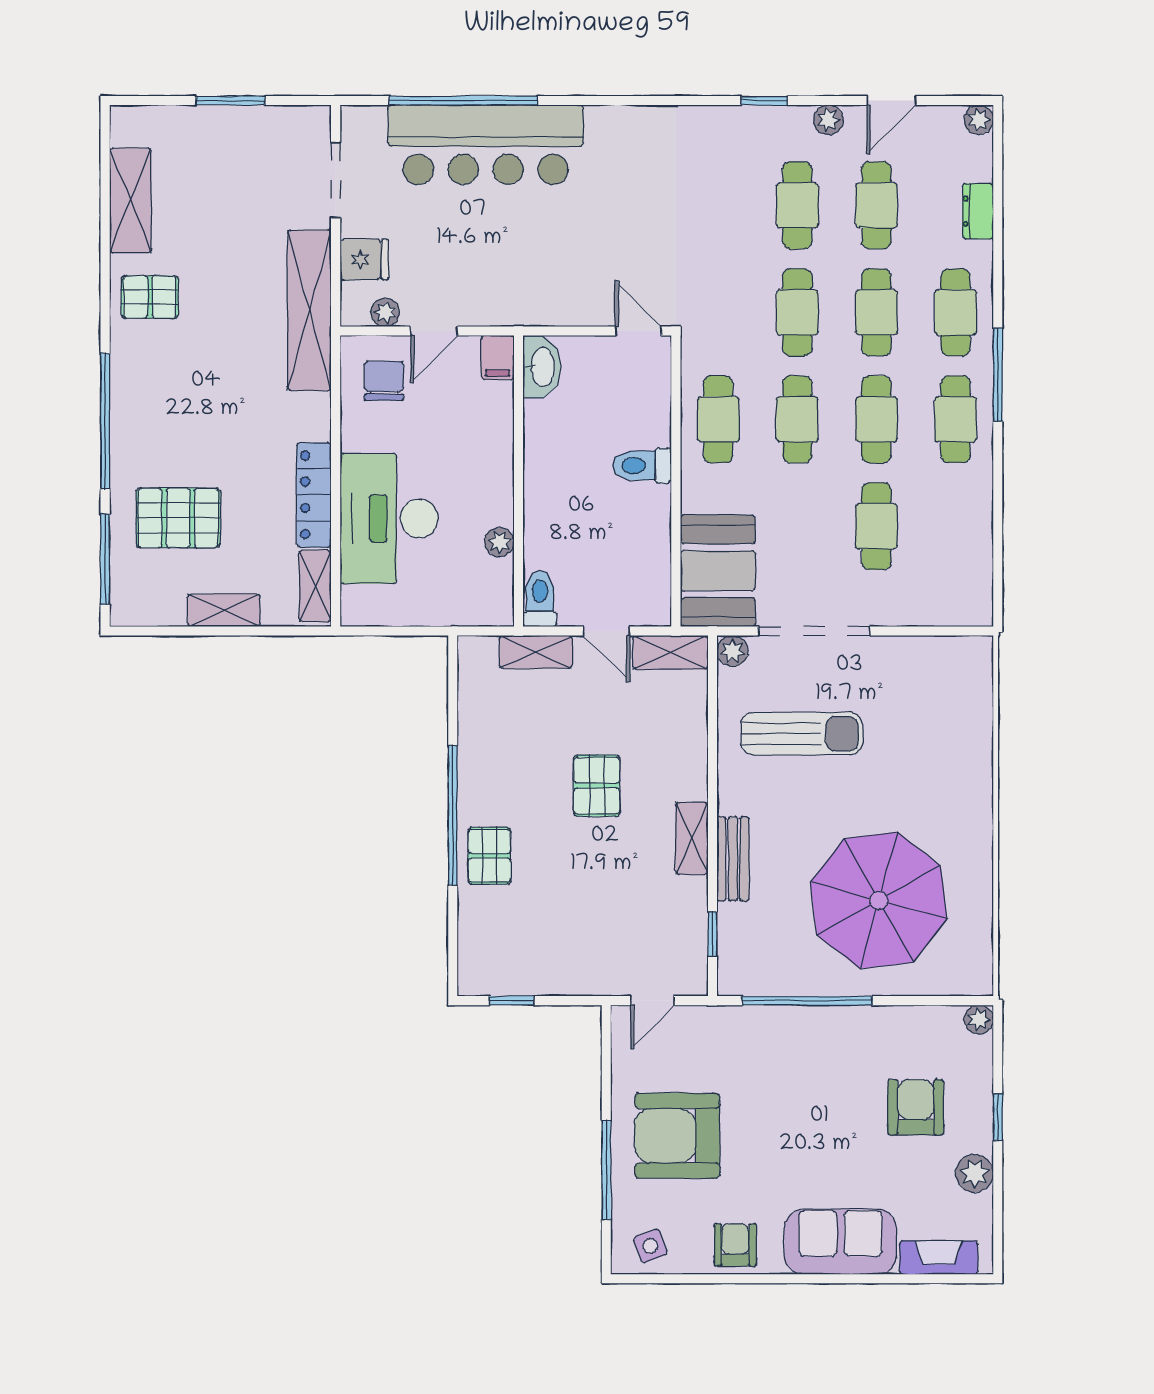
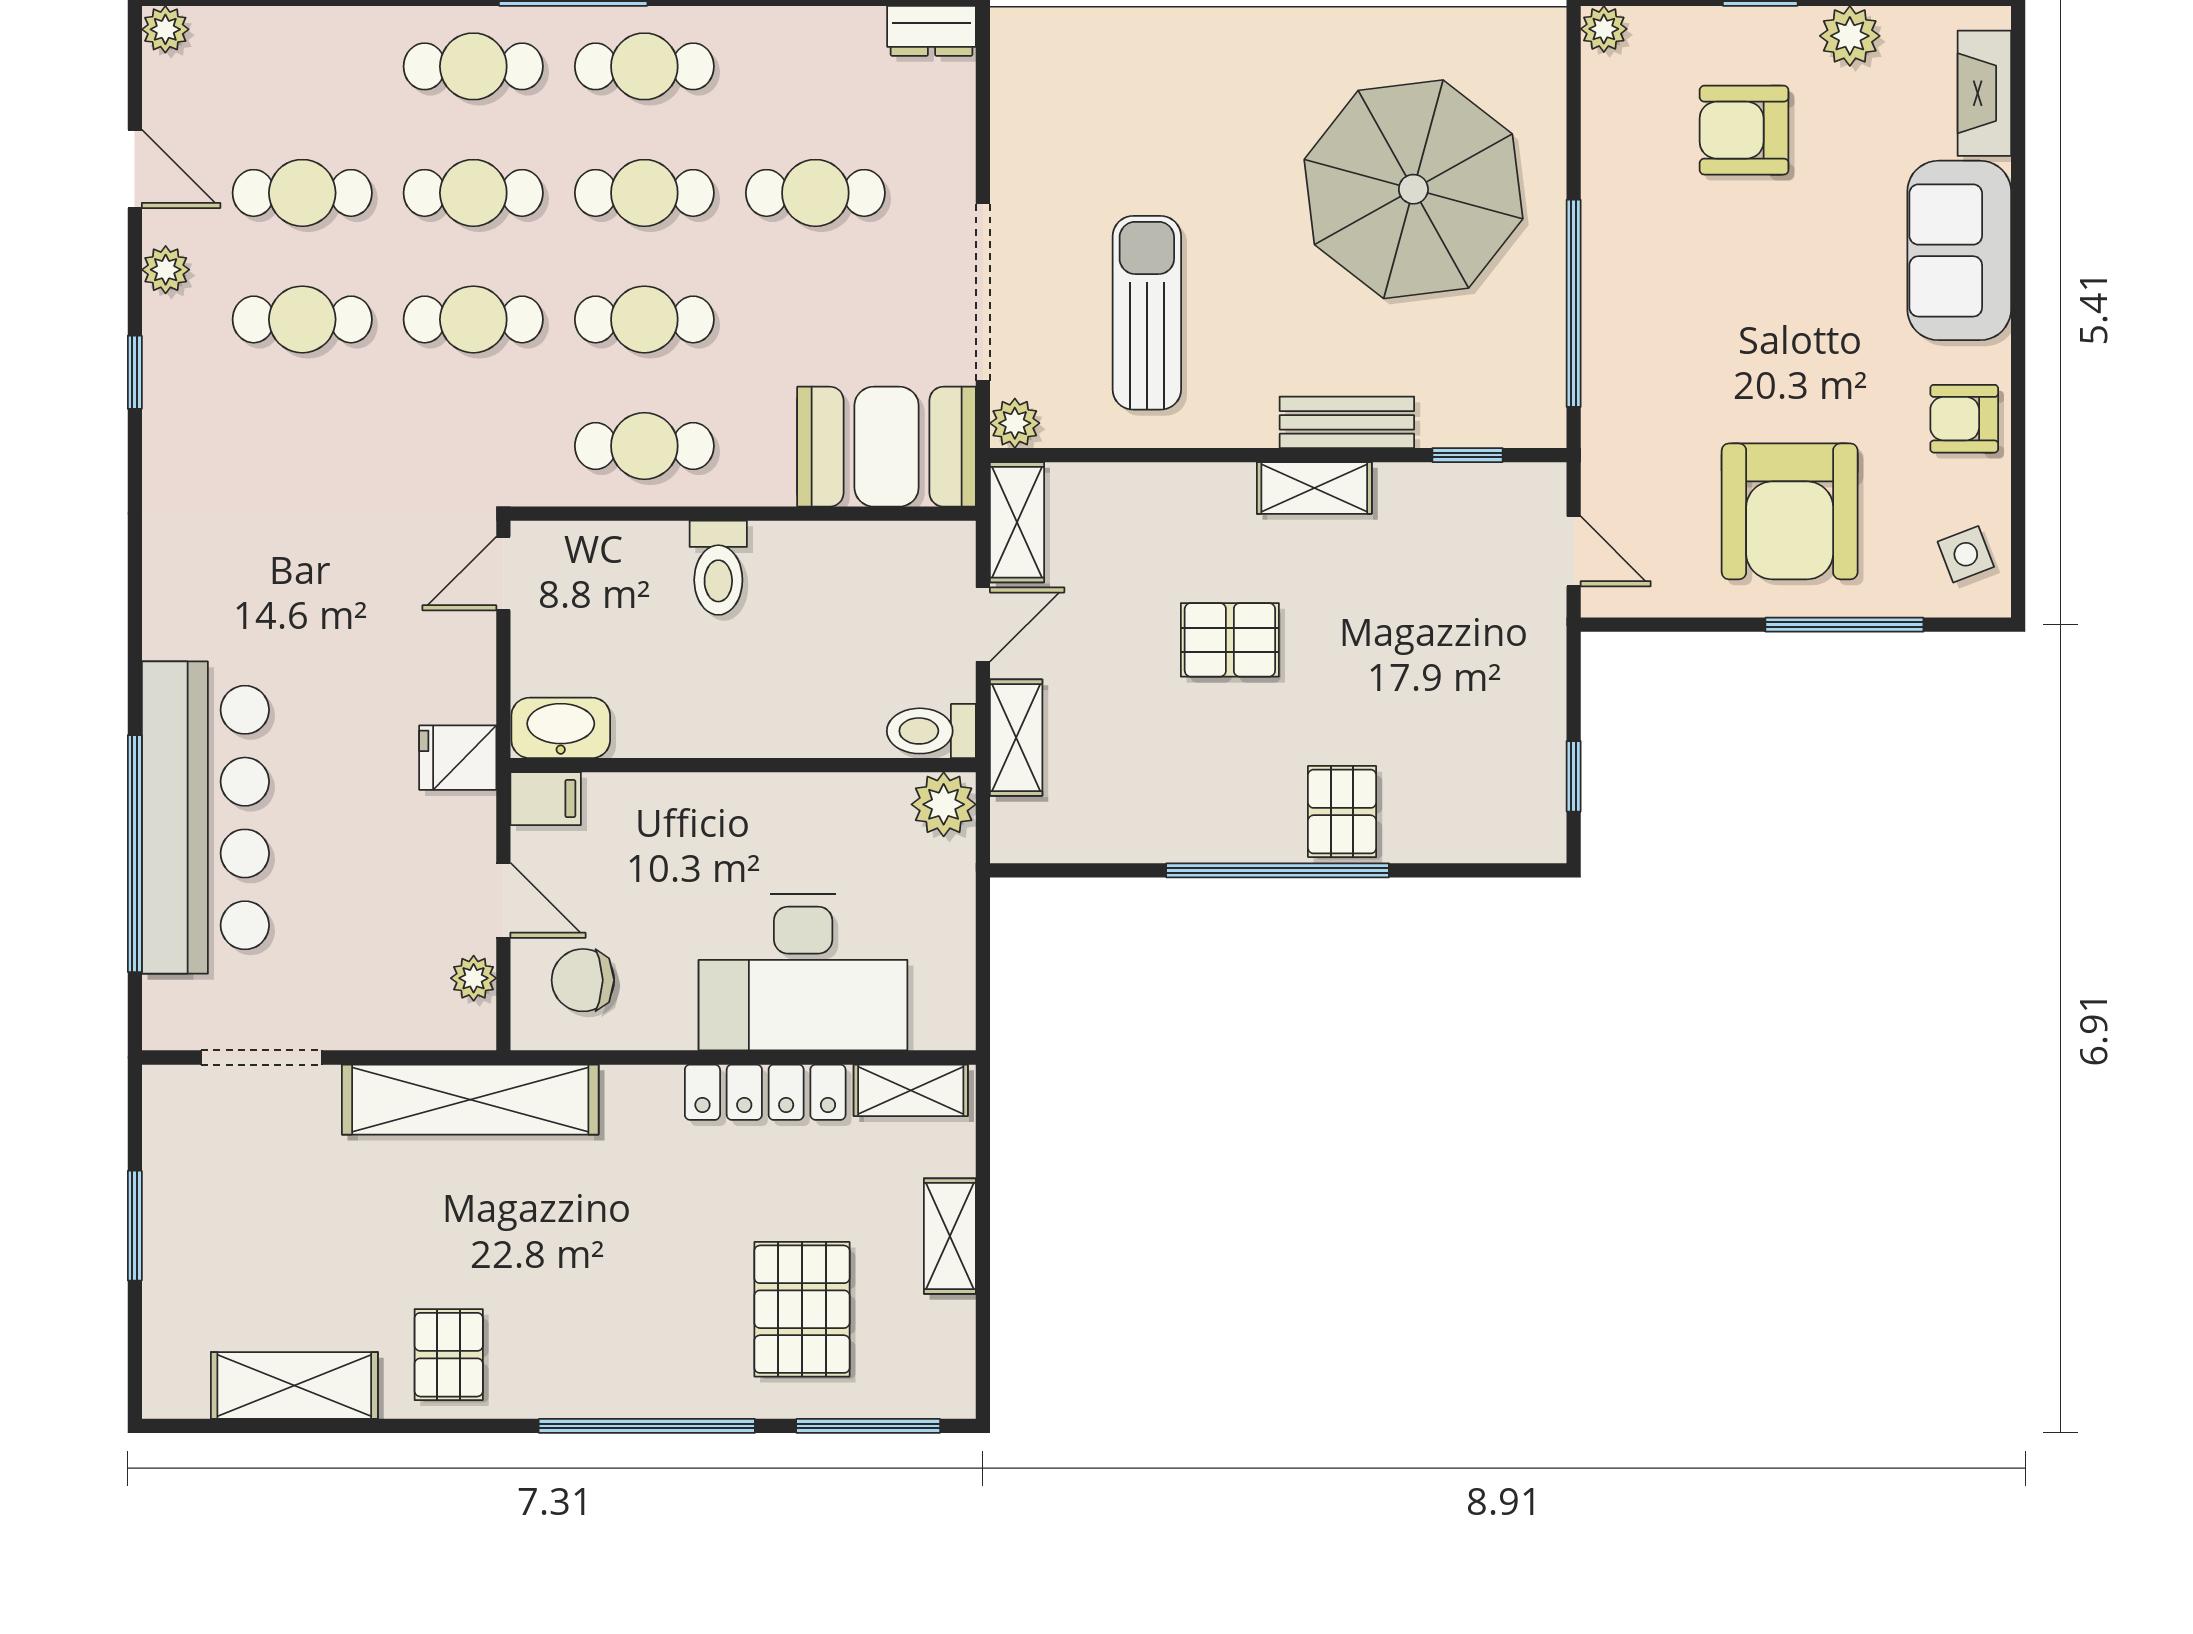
dresser: (978, 211) -> (931, 31), moved
fridge: (364, 259) -> (458, 758), moved, turned -90
plant: (499, 542) -> (944, 804), moved, width x1.38, depth x1.38
pallet: (489, 856) -> (1342, 812), turned 90

